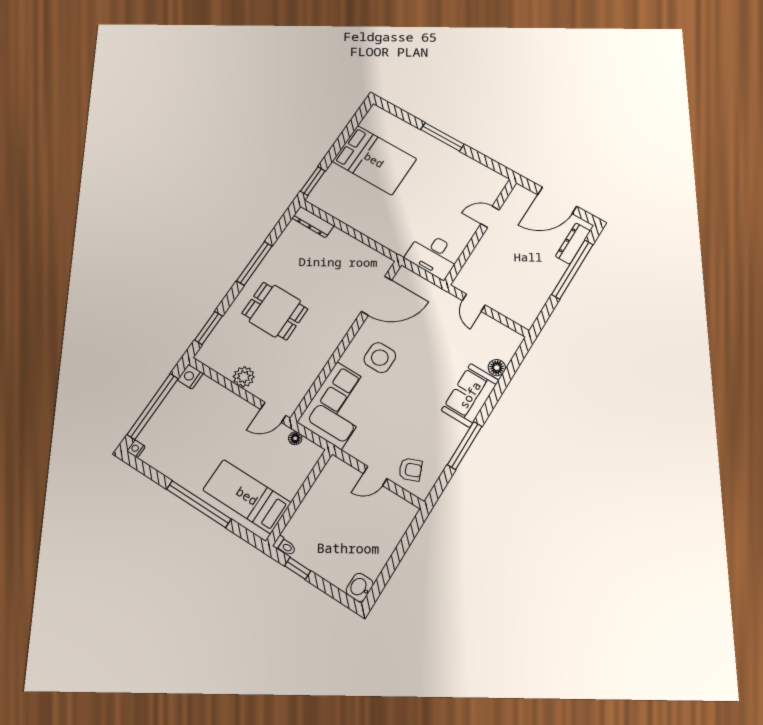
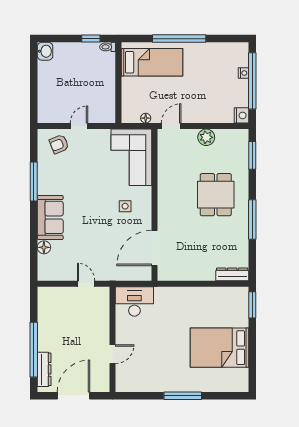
dining table: (275, 311) -> (216, 195), turned 90
side table: (380, 358) -> (125, 206), width x0.54, depth x0.54
nightstand: (136, 449) -> (244, 73), moved

